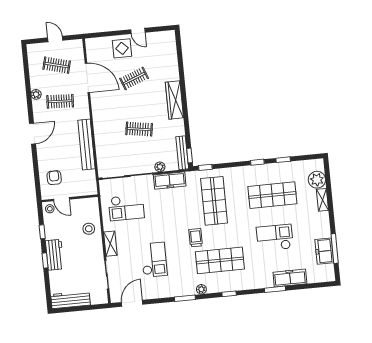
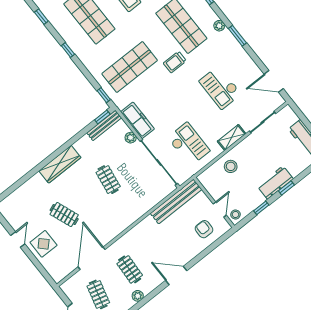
bench: (86, 144) -> (176, 201), moved
window: (283, 160) -> (41, 17), moved
armchair: (54, 178) -> (204, 229), turned 90
checkout: (154, 260) -> (220, 87), turned -90

